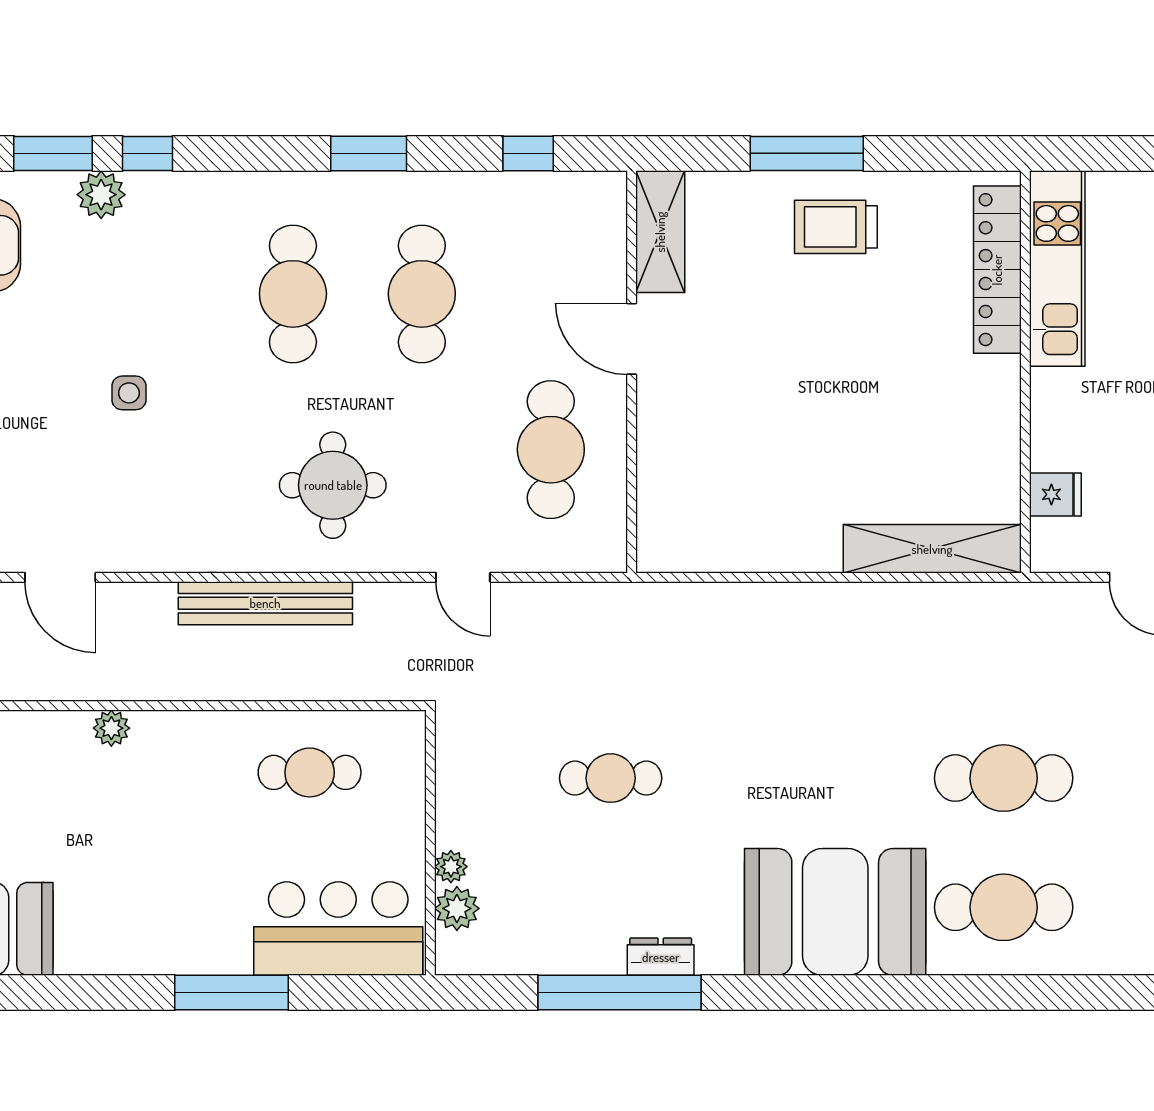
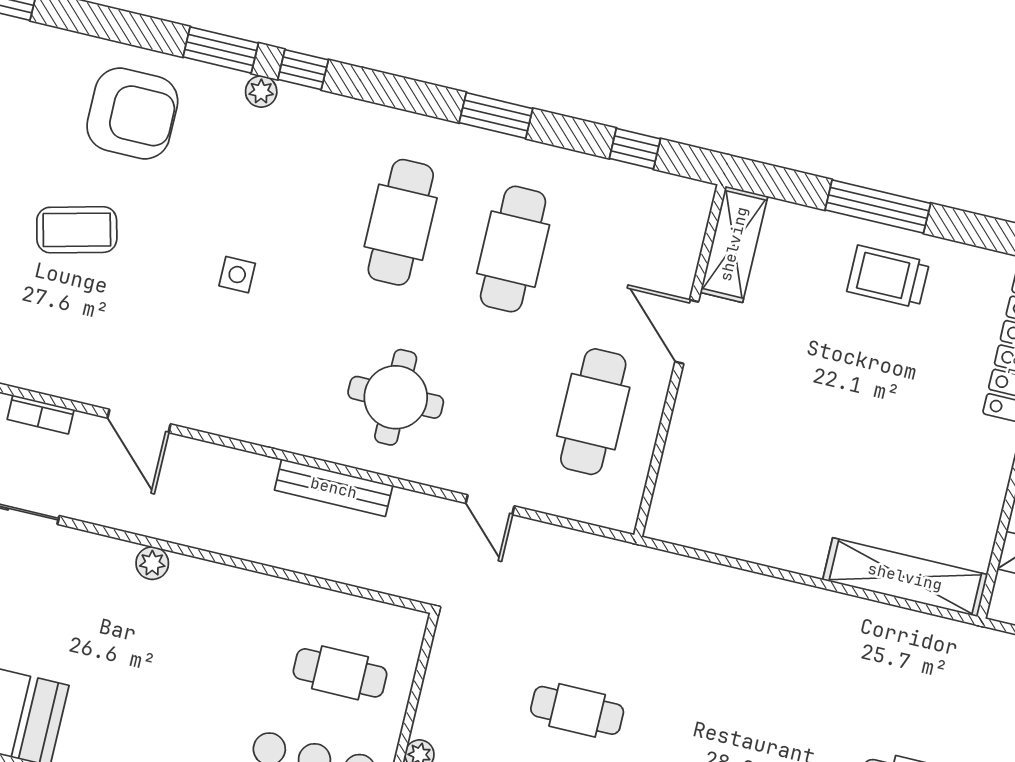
plant: (101, 195) -> (261, 91), width x0.73, depth x0.73
bench: (265, 603) -> (334, 488), width x0.73, depth x0.82
cafe table: (310, 772) -> (340, 673), moved

